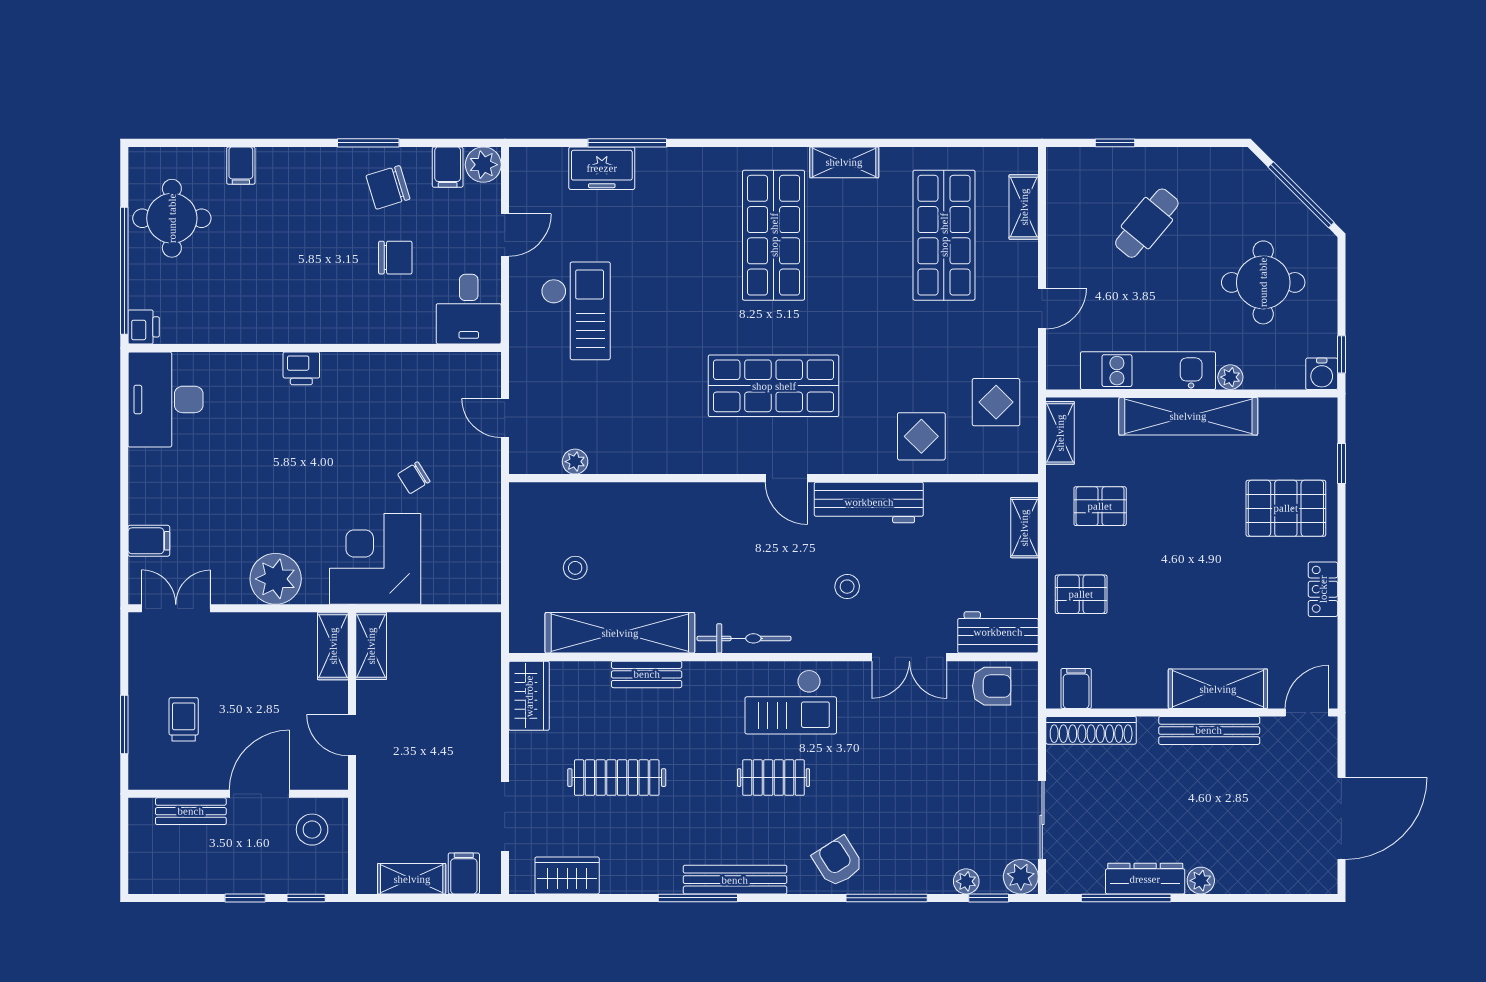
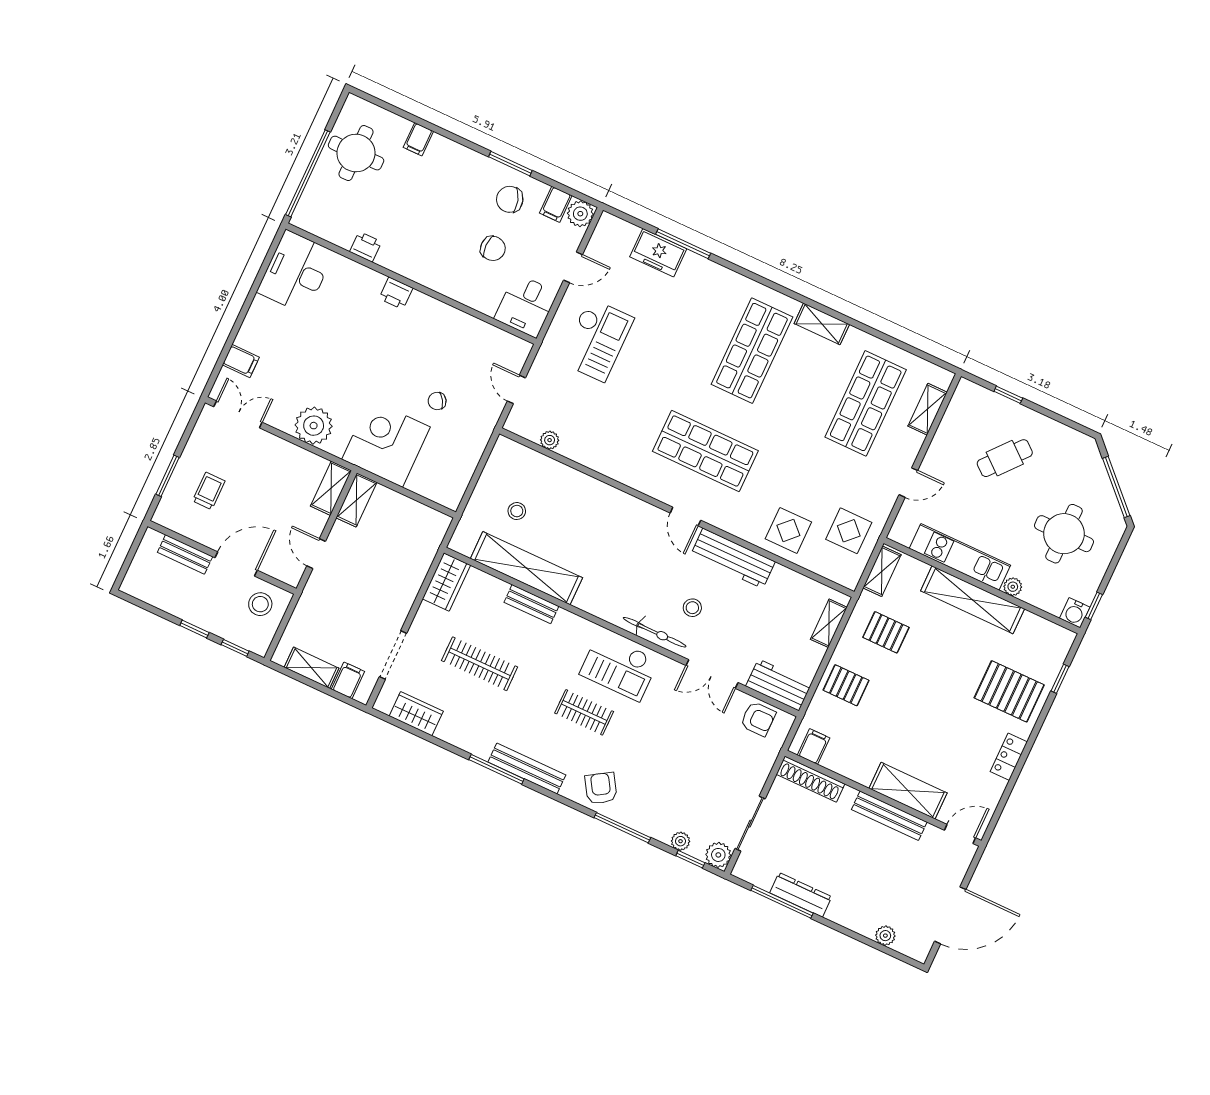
printer: (144, 327) -> (366, 247), moved, turned -90
bicycle: (744, 638) -> (655, 632), moved
plant: (1201, 881) -> (885, 936), moved

